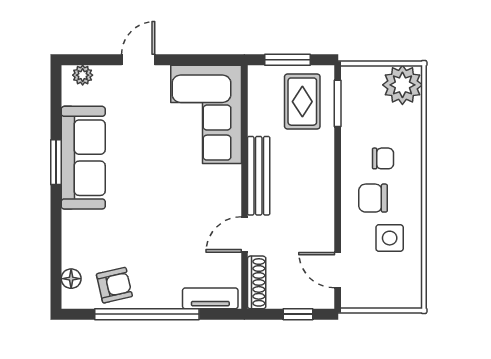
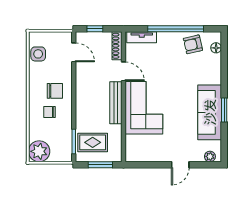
rug: (302, 102) -> (93, 142), turned 90
corner sofa: (206, 114) -> (144, 108), moved
door: (244, 235) -> (123, 71), hinge flipped
side table: (390, 238) -> (38, 54), moved

